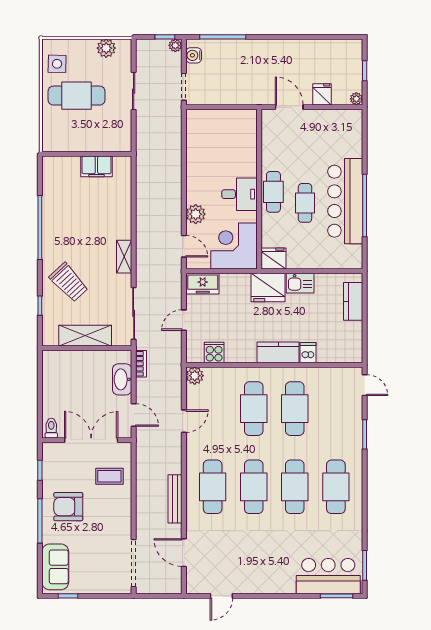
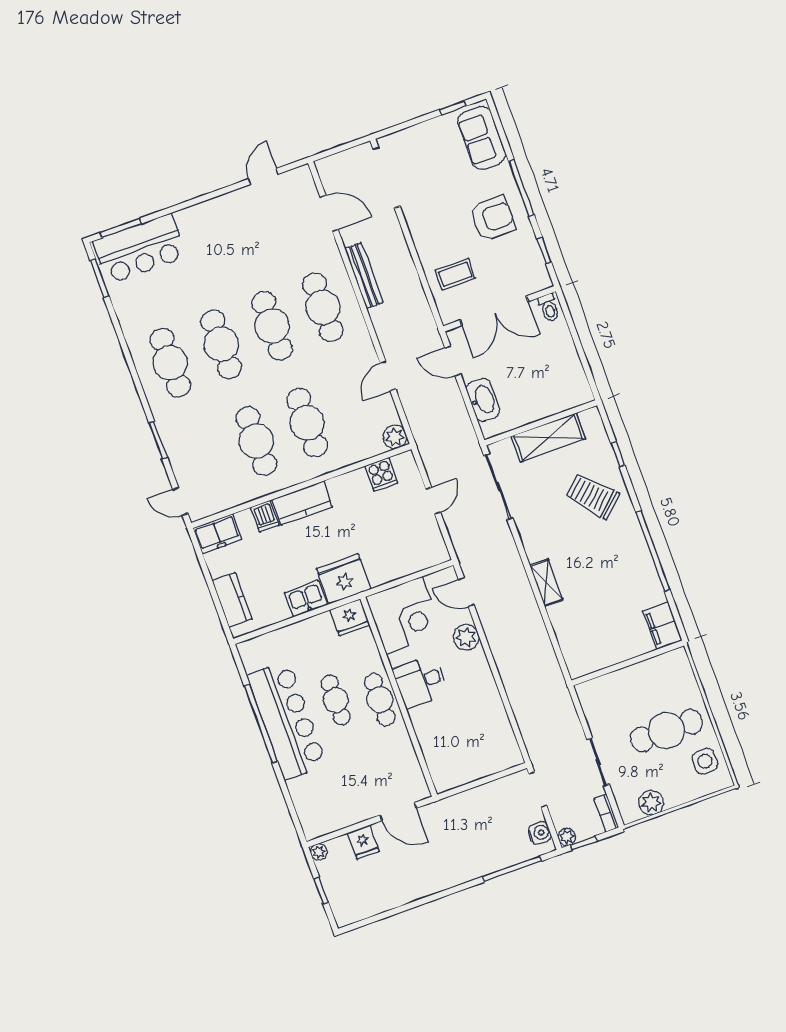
filing cabinet: (96, 166) -> (662, 626), moved, turned -90
shelving: (124, 257) -> (546, 583), moved
freezer: (203, 284) -> (217, 534), moved, turned 180
bookcase: (141, 364) -> (606, 813), moved

